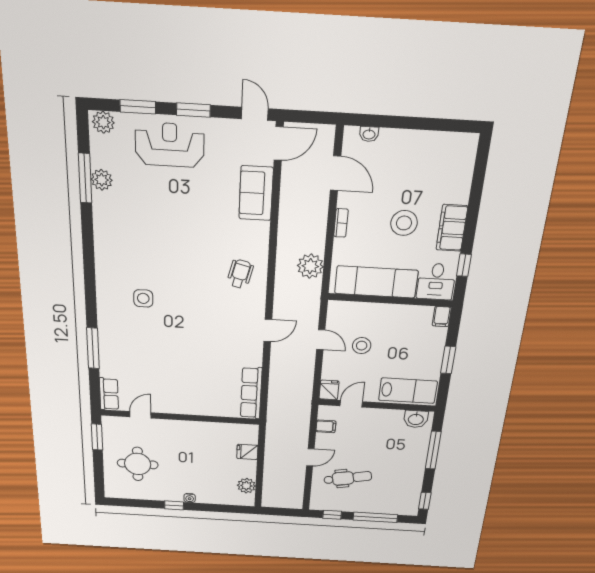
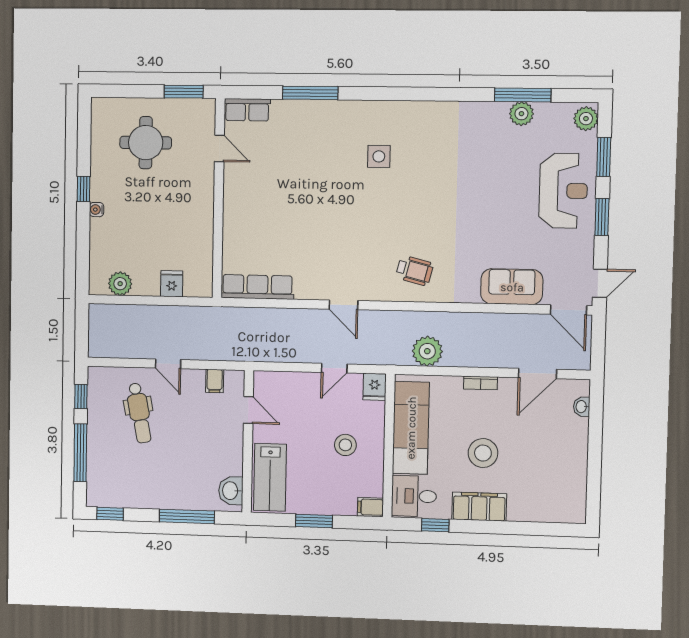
stool: (362, 346) -> (345, 445), moved
fridge: (329, 390) -> (375, 387), moved, turned 90

